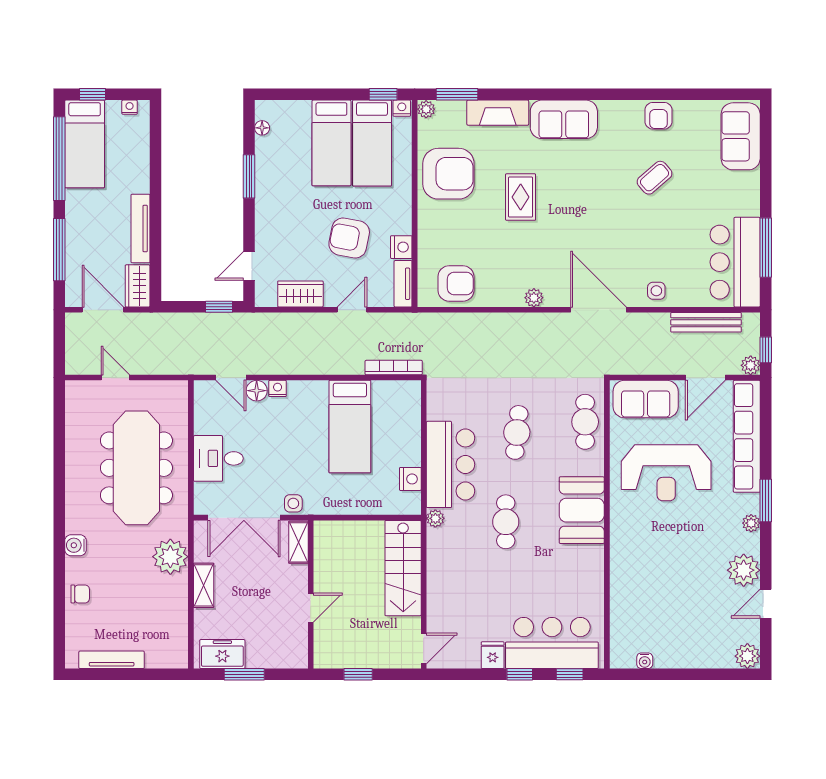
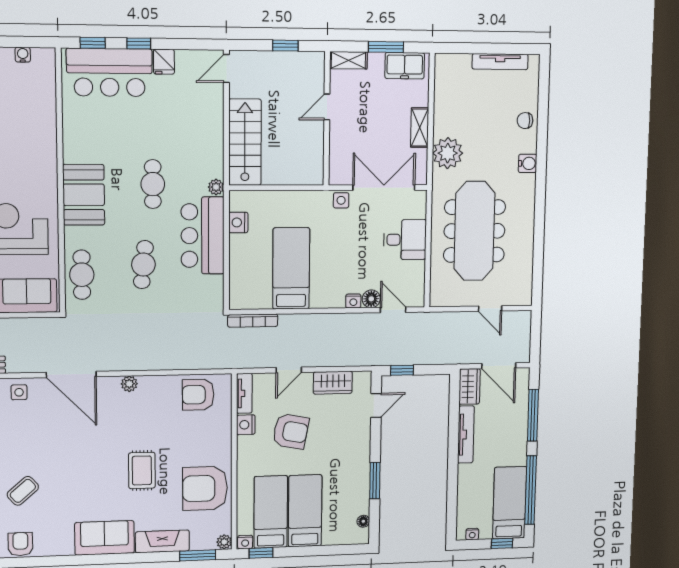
shelving: (298, 542) -> (348, 60), moved, turned 90

